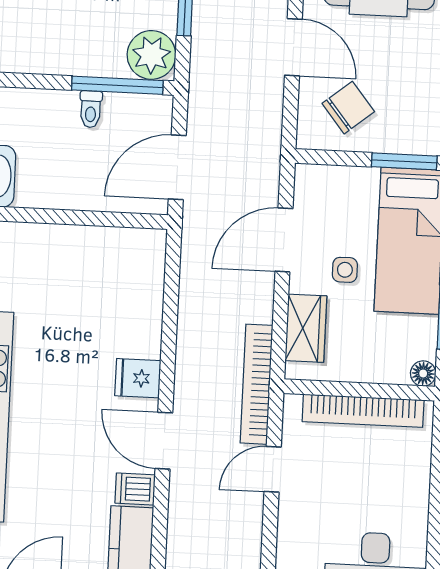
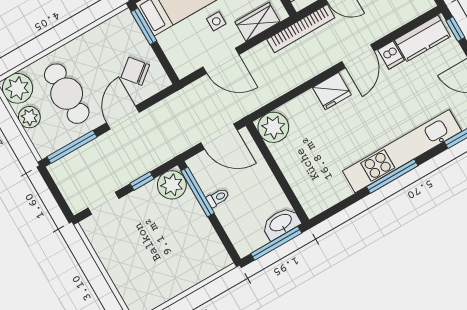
plant: (140, 254) -> (273, 127), added
fridge: (138, 378) -> (332, 91), width x1.38

